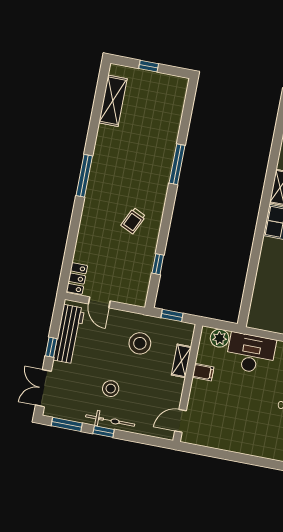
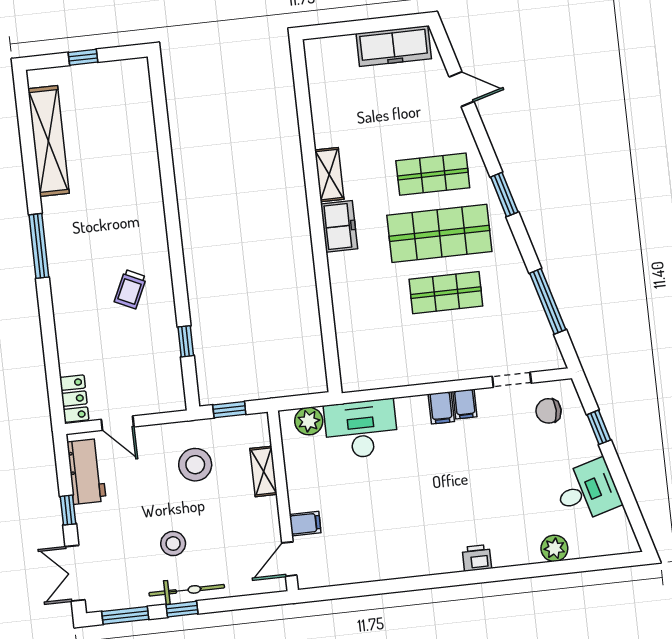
shelving: (113, 101) -> (49, 141), width x1.47
window: (177, 164) -> (169, 187), removed
workbench: (69, 334) -> (86, 471), width x0.73
filing cabinet: (203, 372) -> (305, 524), moved

